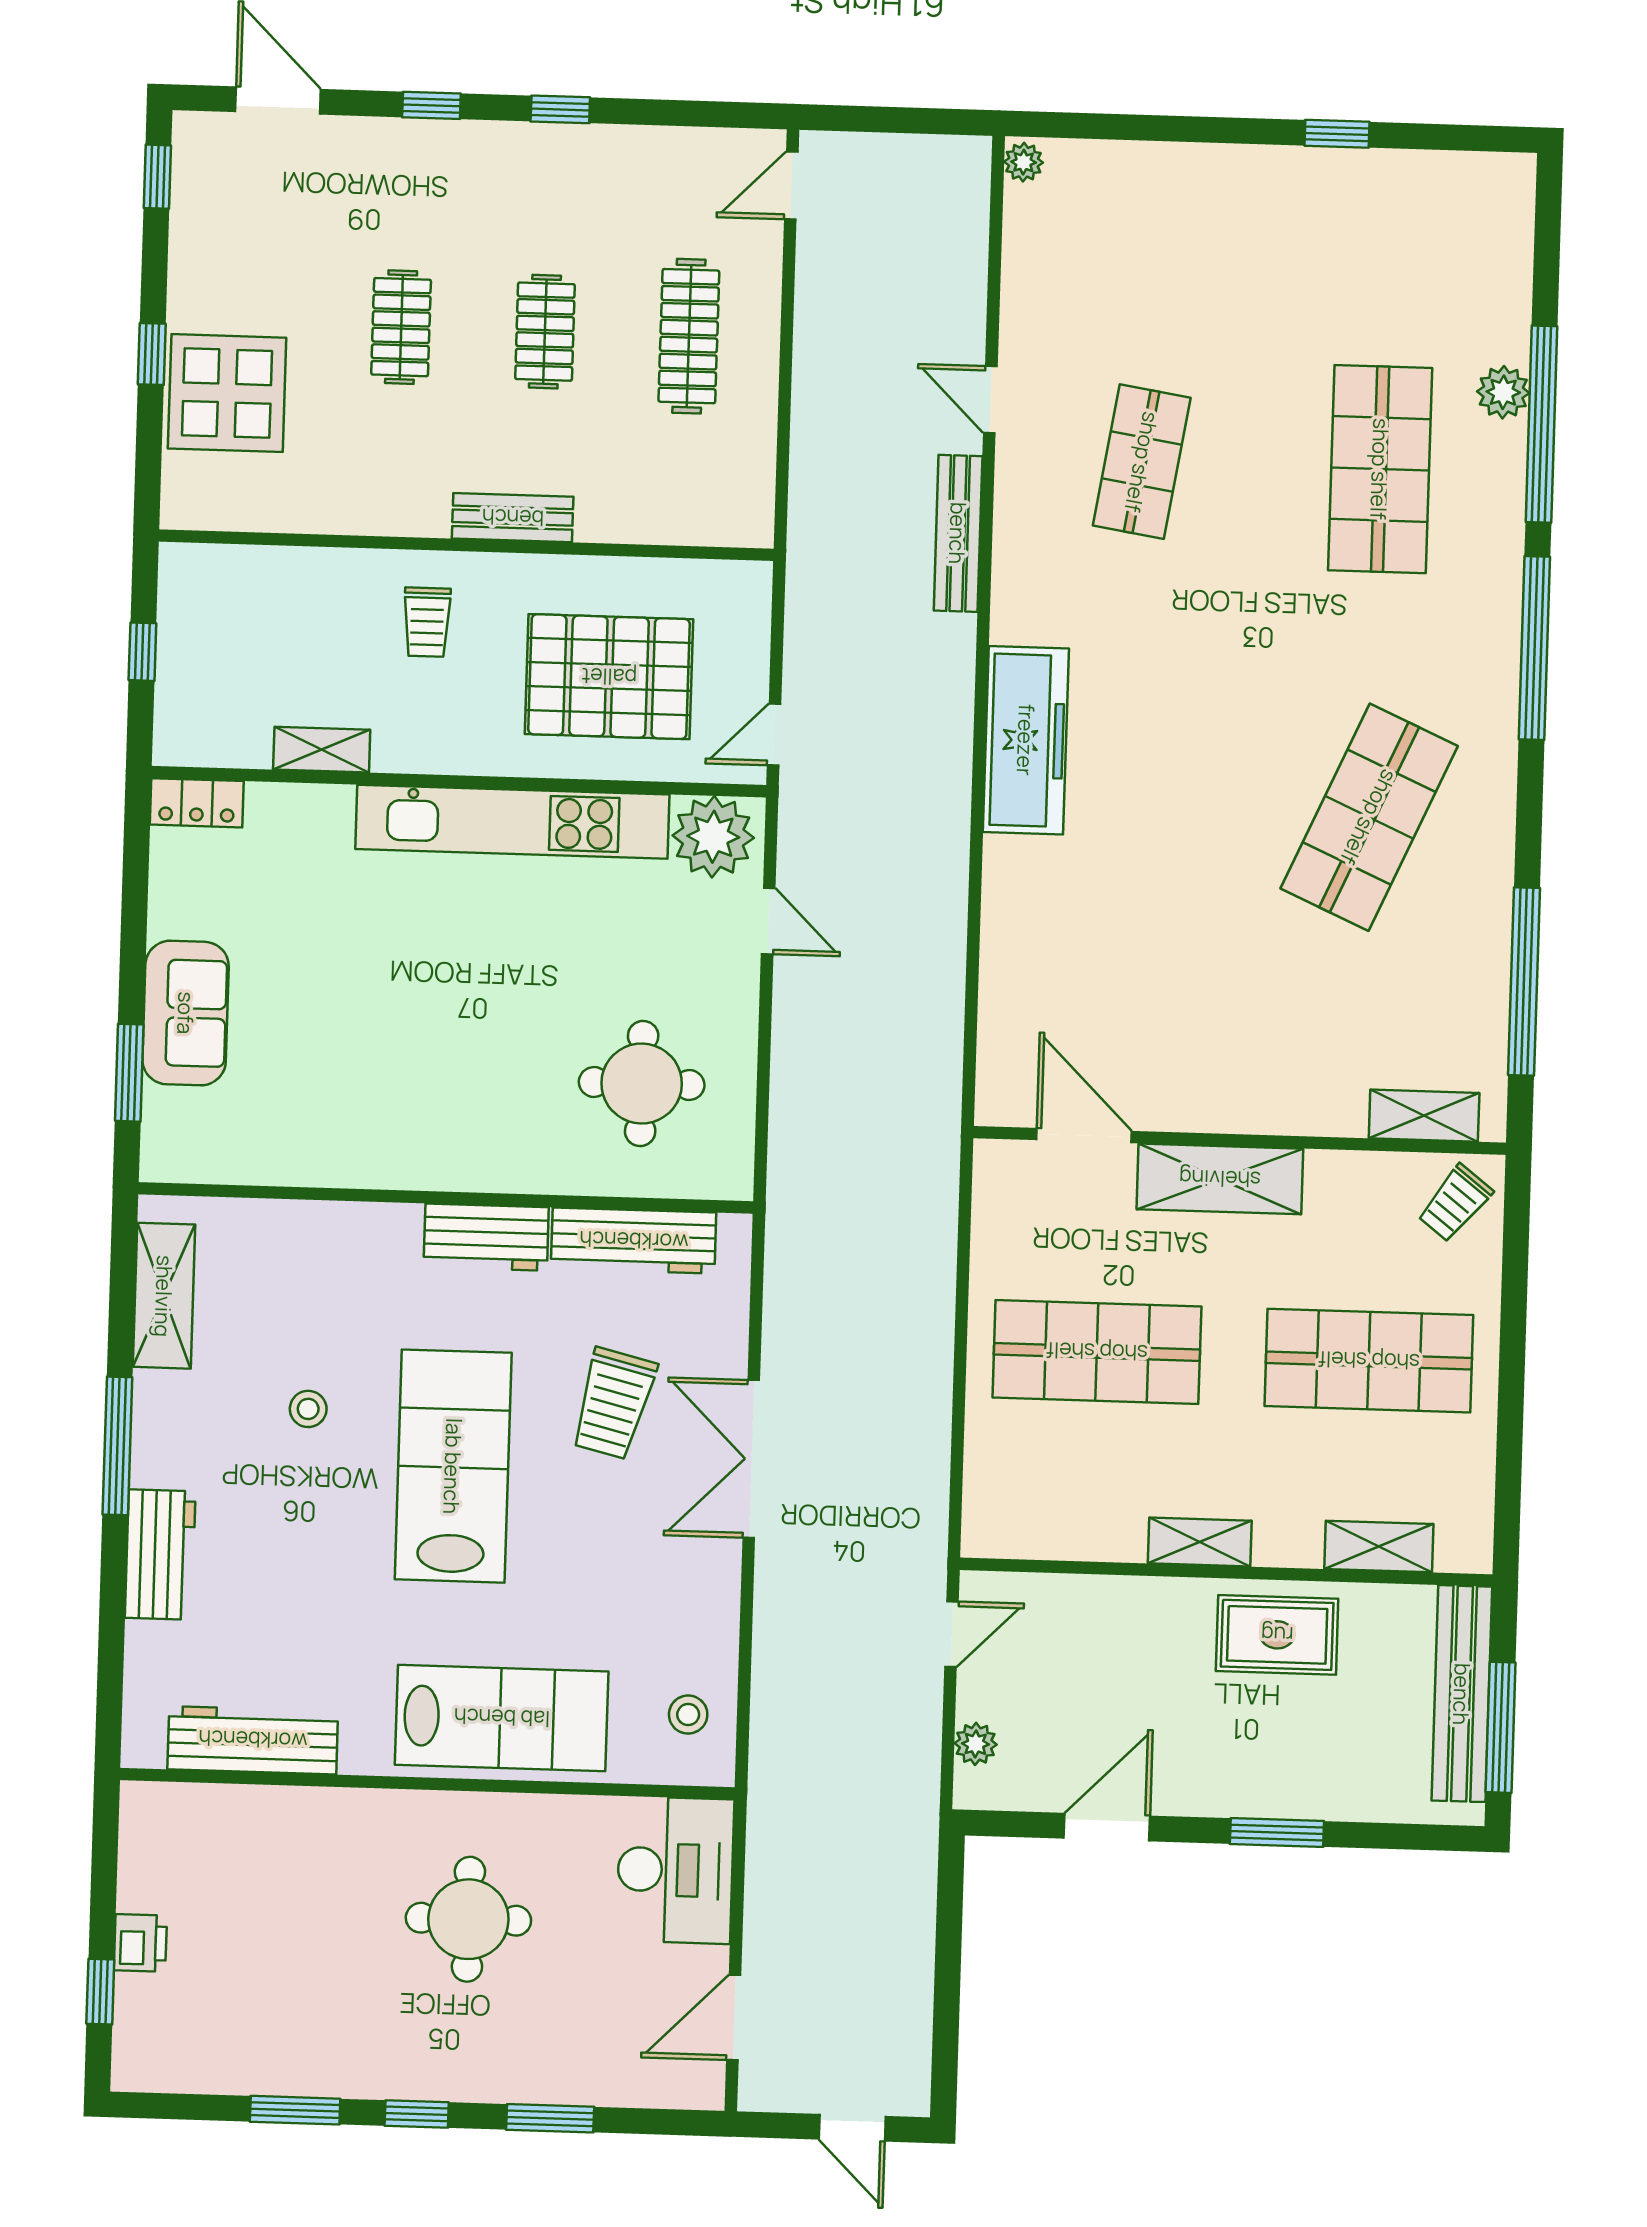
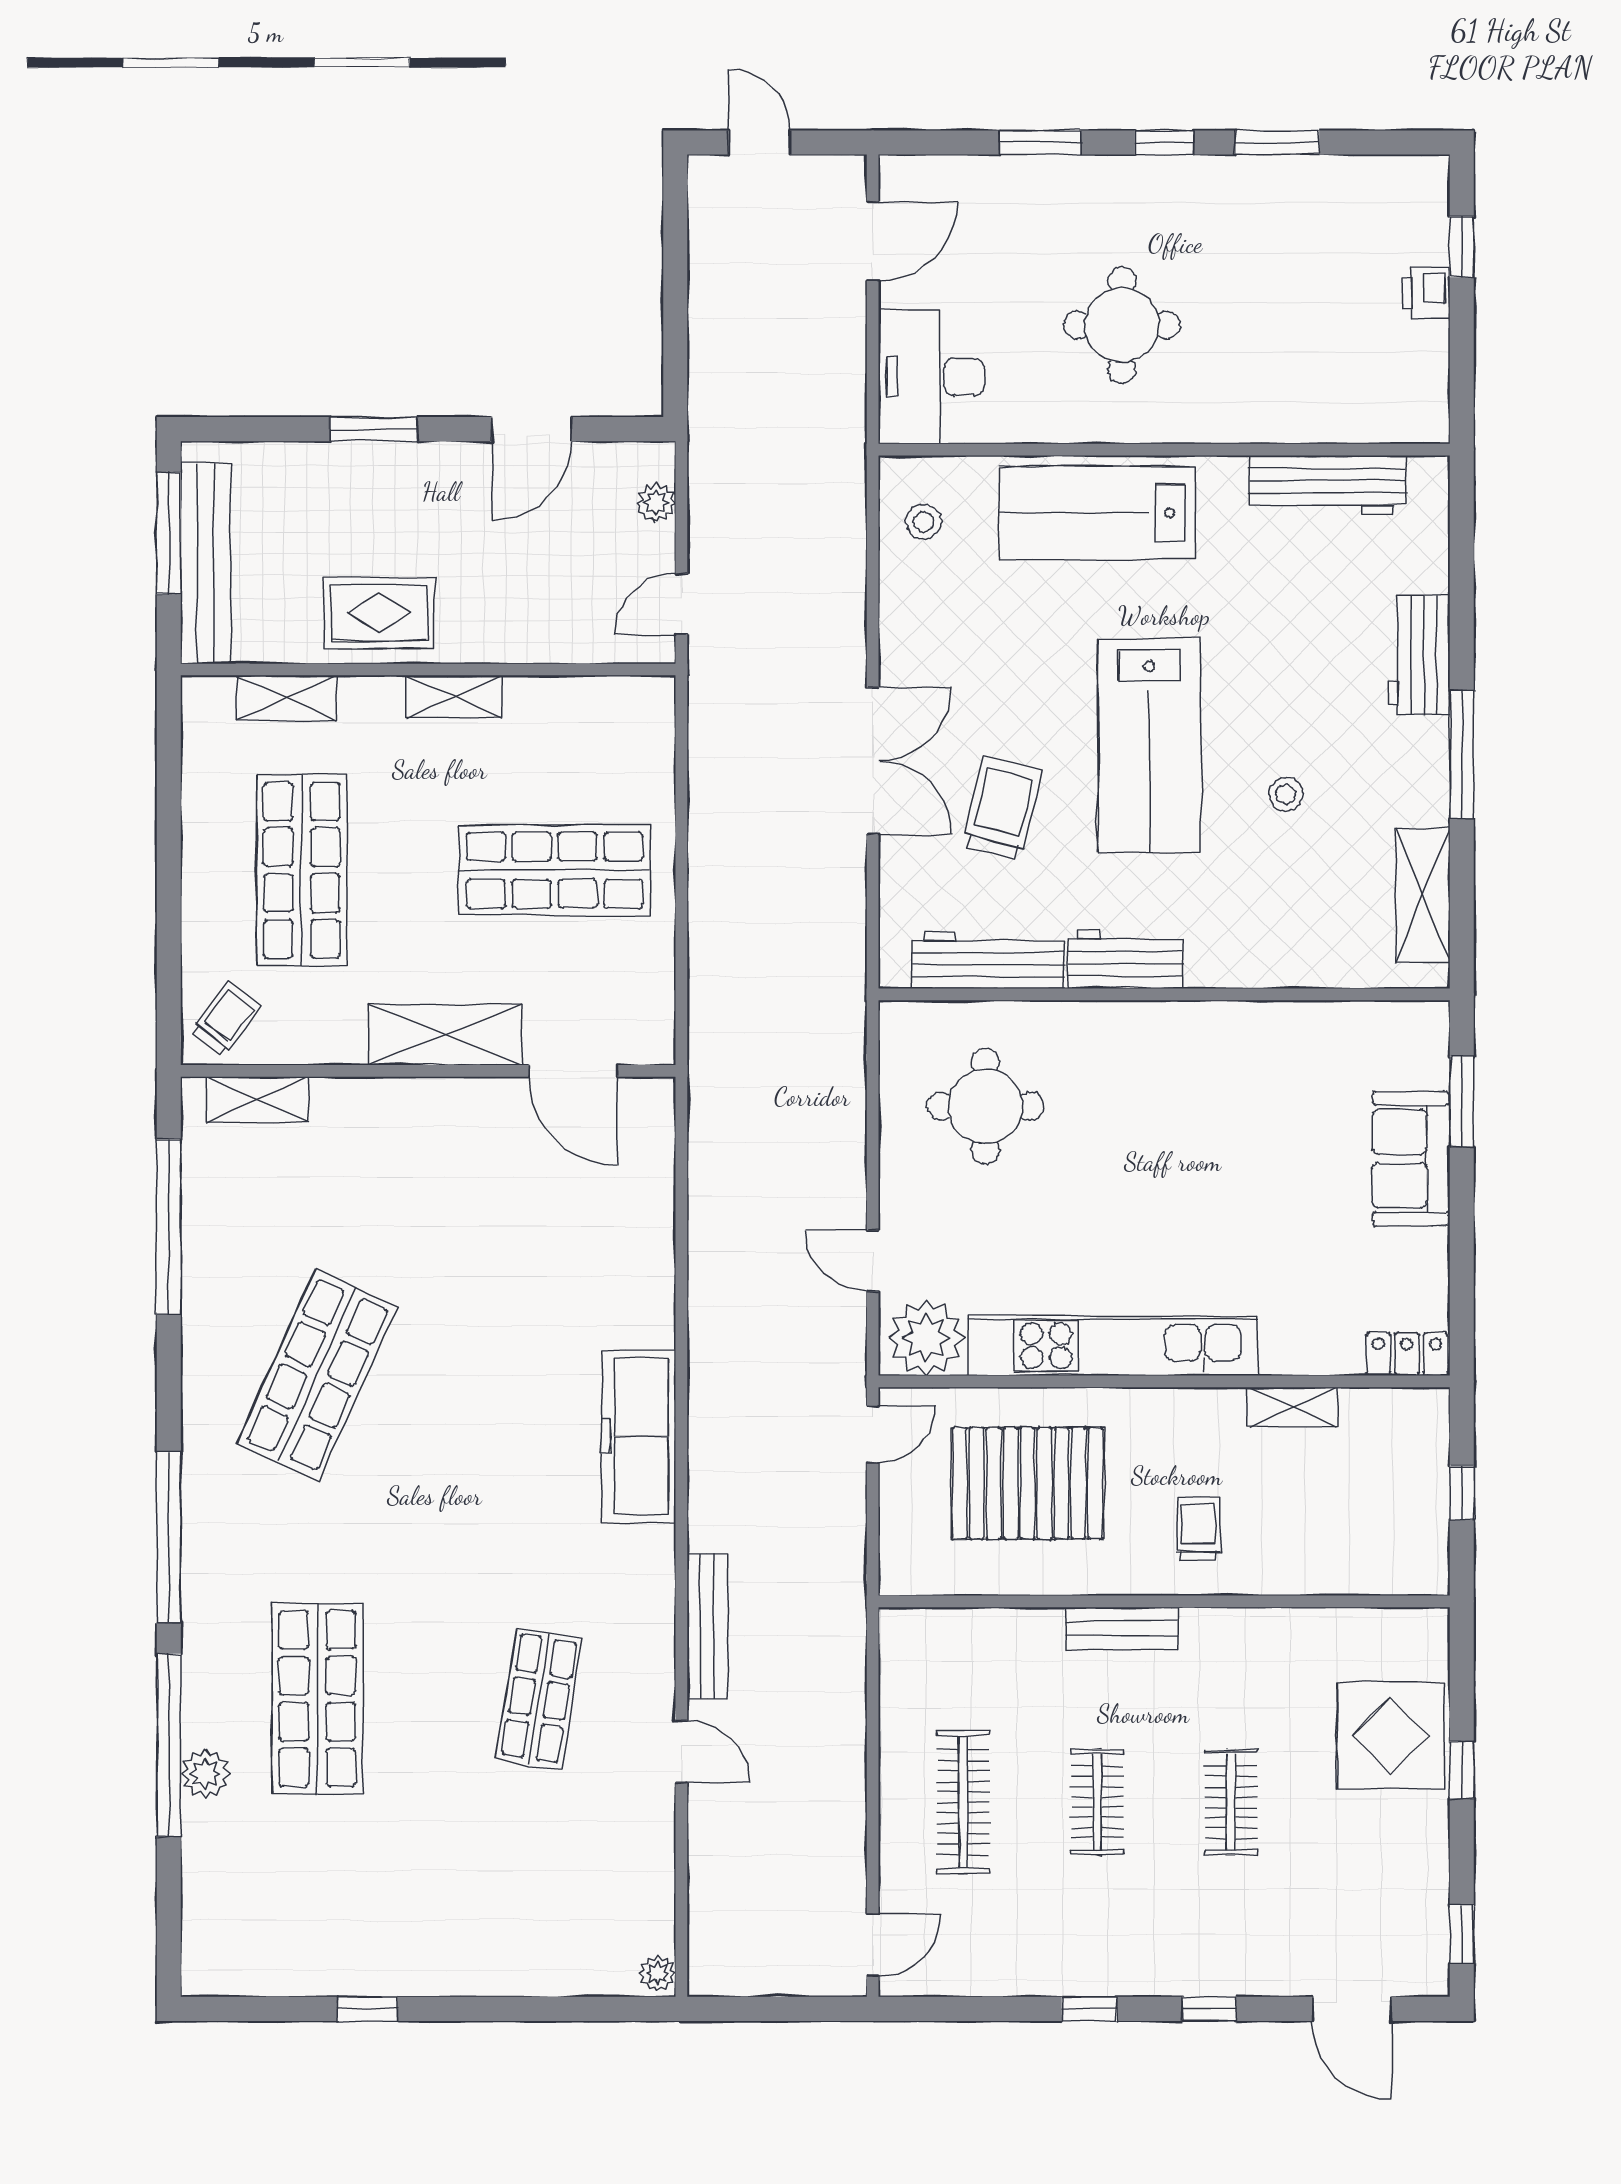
shop shelf: (1369, 1361) -> (302, 870), turned 90

